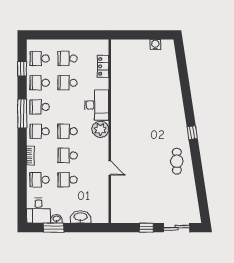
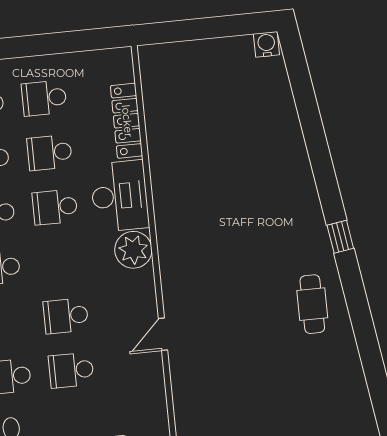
water cooler: (155, 45) -> (266, 44), moved
locker: (103, 66) -> (127, 121), width x1.53
school desk: (68, 131) -> (55, 207), moved
door: (110, 168) -> (163, 334), swing flipped

